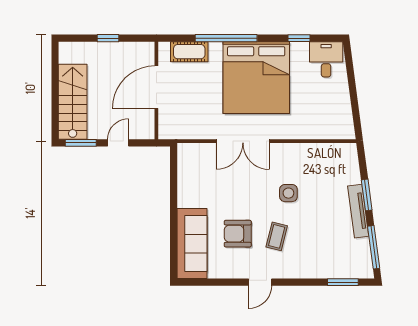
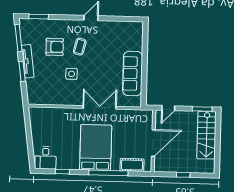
bed: (256, 78) -> (96, 148), width x0.73
door: (118, 143) -> (168, 108), moved
armchair: (238, 234) -> (55, 47), moved
sofa: (192, 243) -> (133, 74), moved

